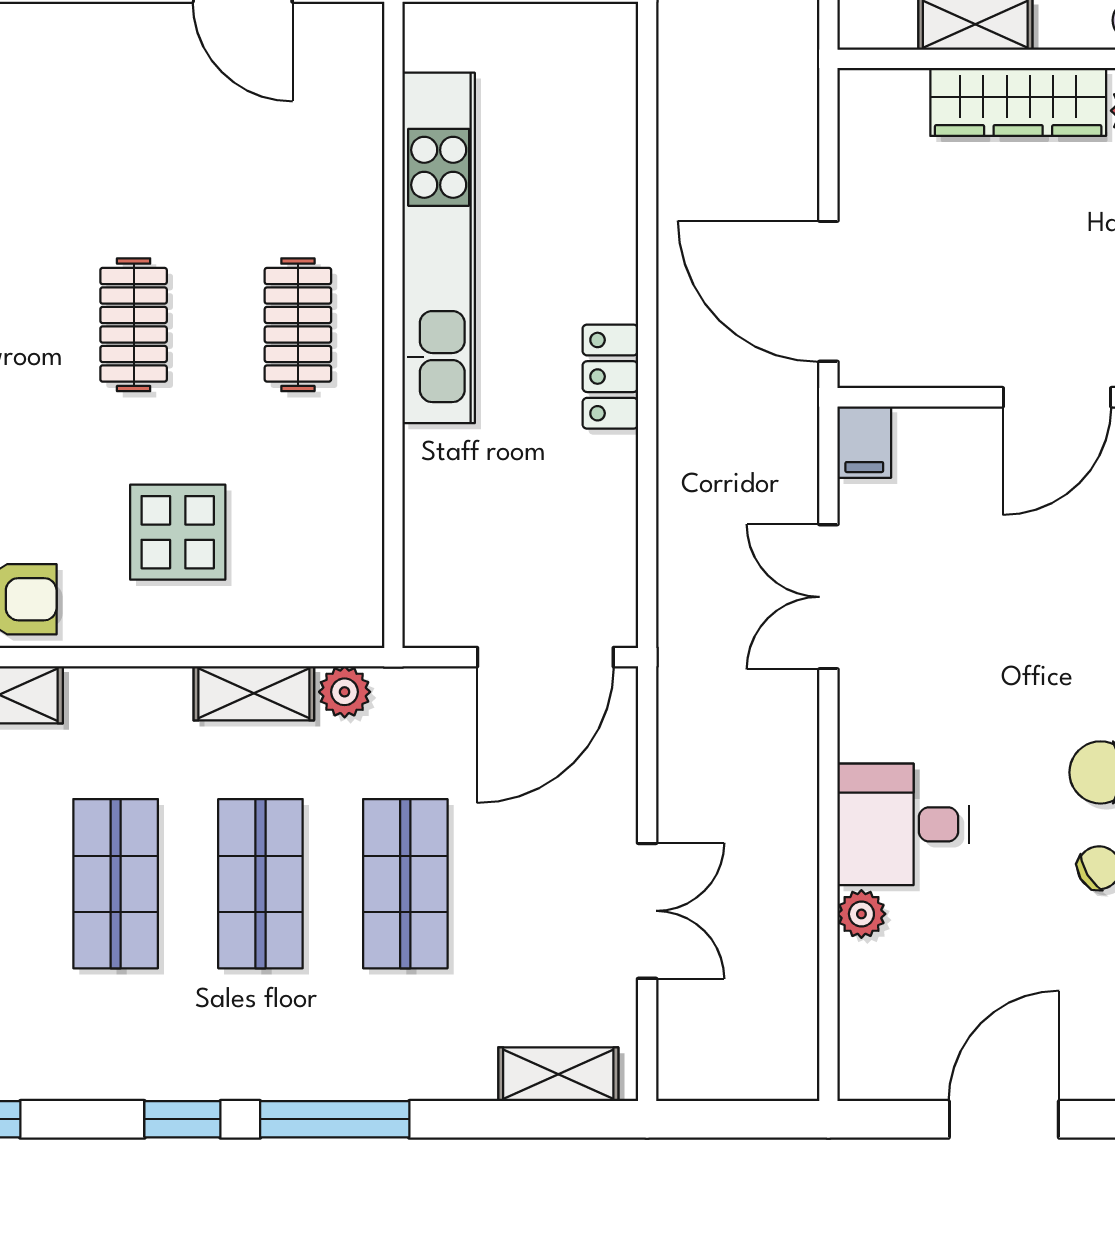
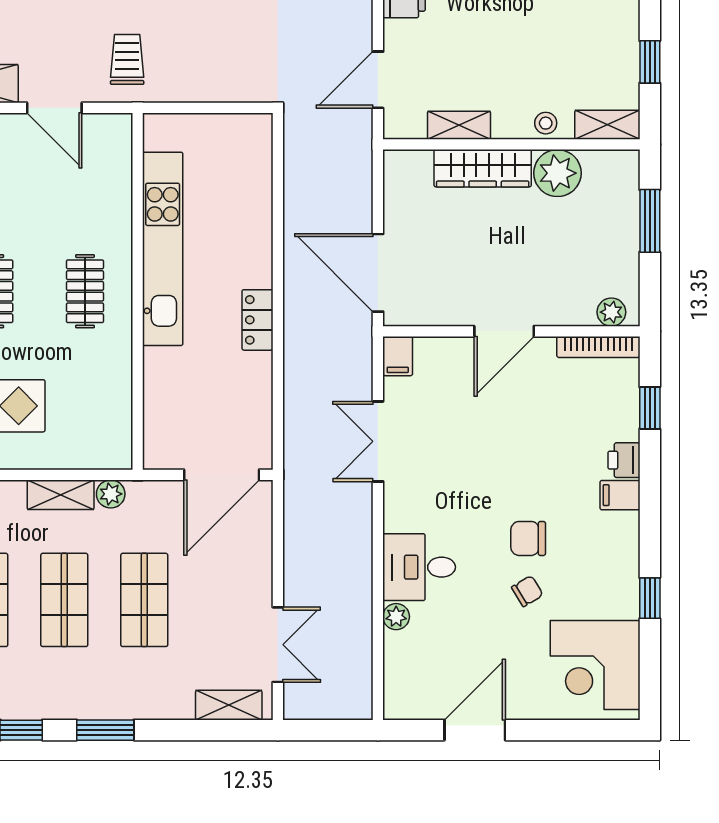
double door: (647, 911) -> (278, 645), moved
window: (335, 1119) -> (105, 730), width x0.69

